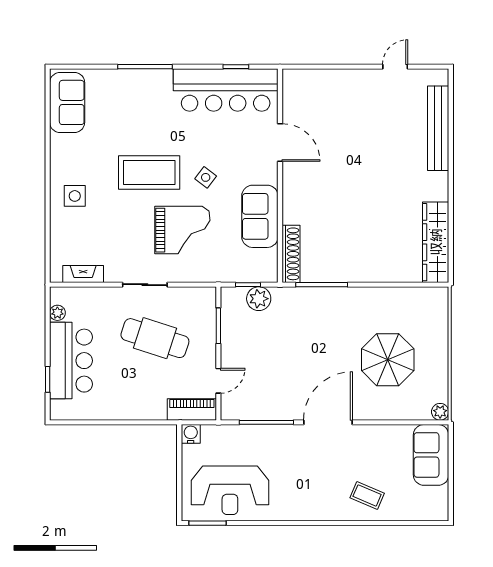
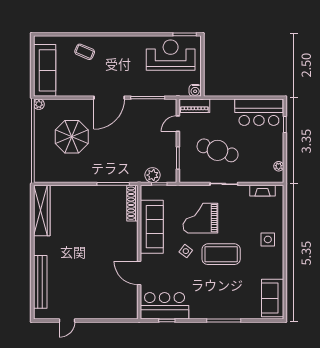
bar counter: (226, 90) -> (165, 306), width x0.73
sofa: (260, 216) -> (152, 227), width x1.36
bar counter: (71, 361) -> (259, 112), moved, turned -90
sofa: (431, 455) -> (45, 70), width x1.36

